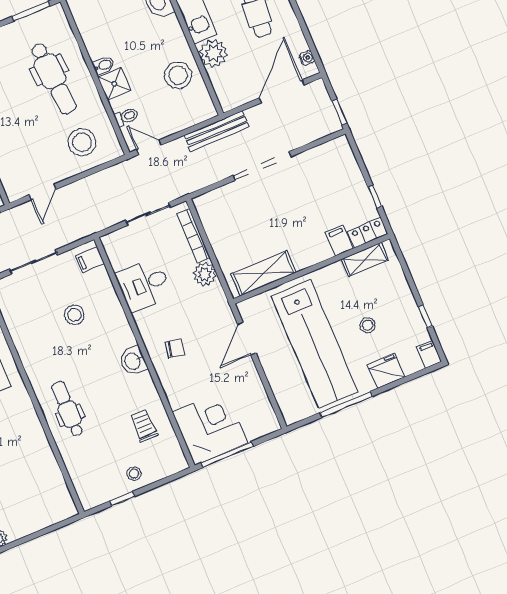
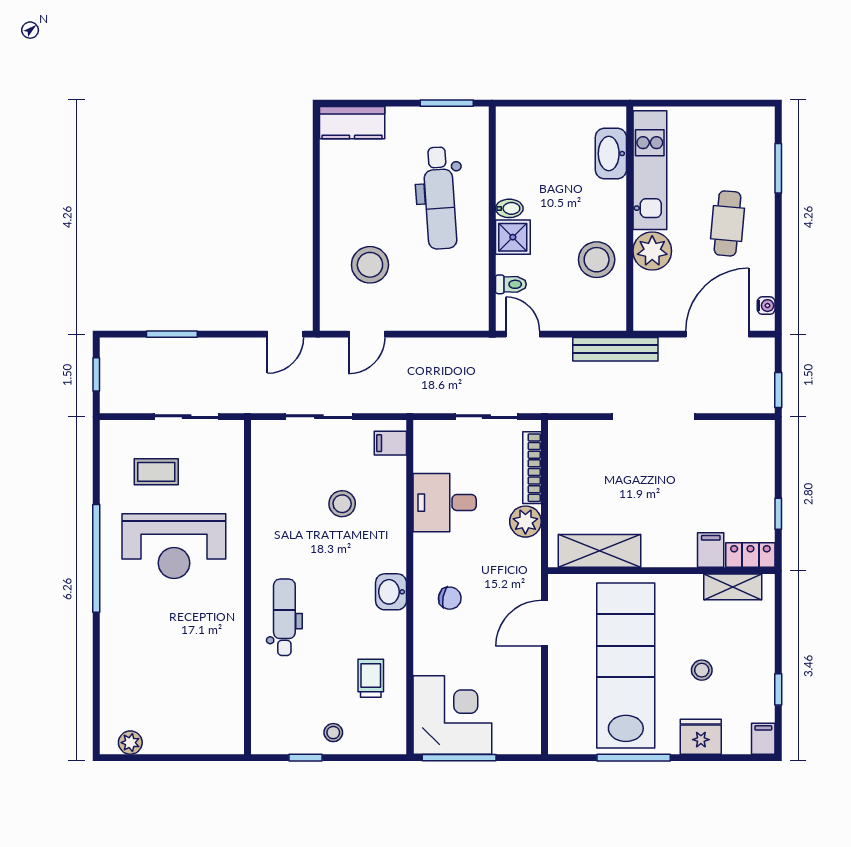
stool: (82, 142) -> (370, 265), moved
lab bench: (314, 344) -> (626, 666), turned 180

